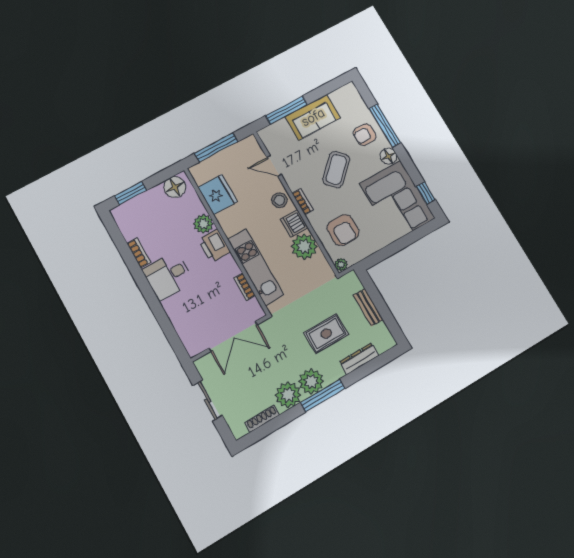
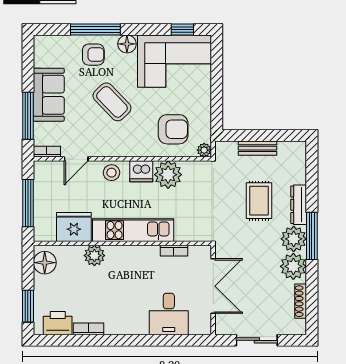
armchair: (365, 135) -> (93, 55), turned -90
bookcase: (303, 202) -> (47, 152), moved
printer: (214, 246) -> (58, 323), moved, turned 180
kitchen unit: (256, 267) -> (133, 230), moved
desk: (168, 276) -> (169, 314), moved
dresser: (359, 359) -> (299, 205), moved

